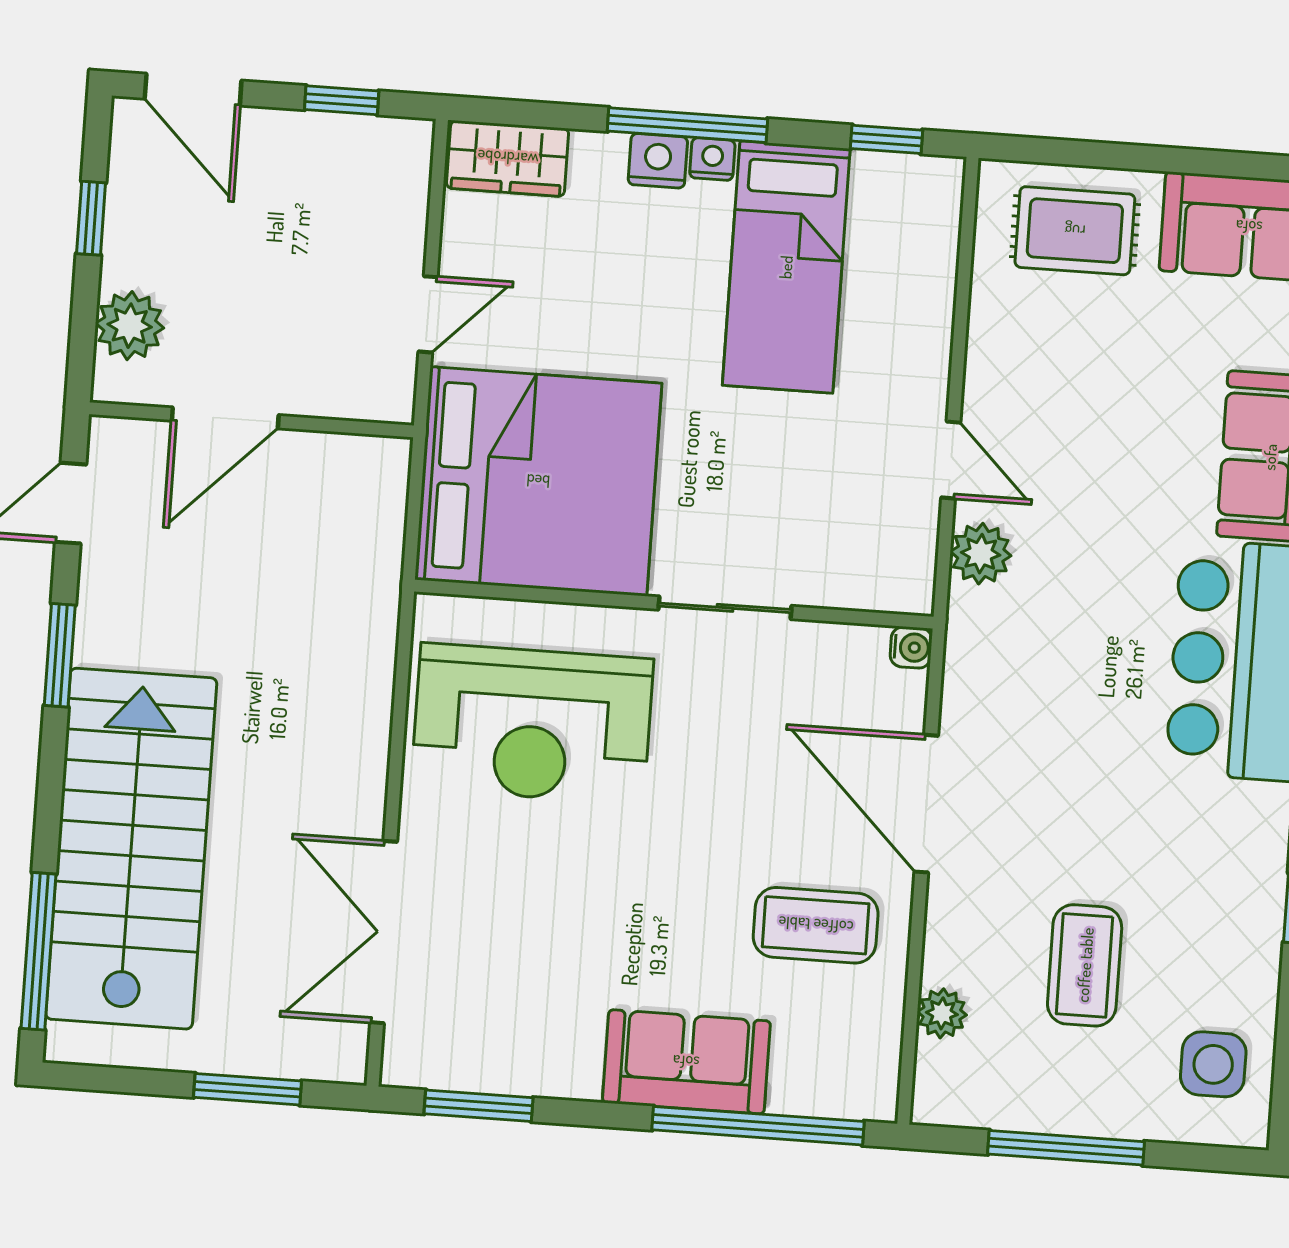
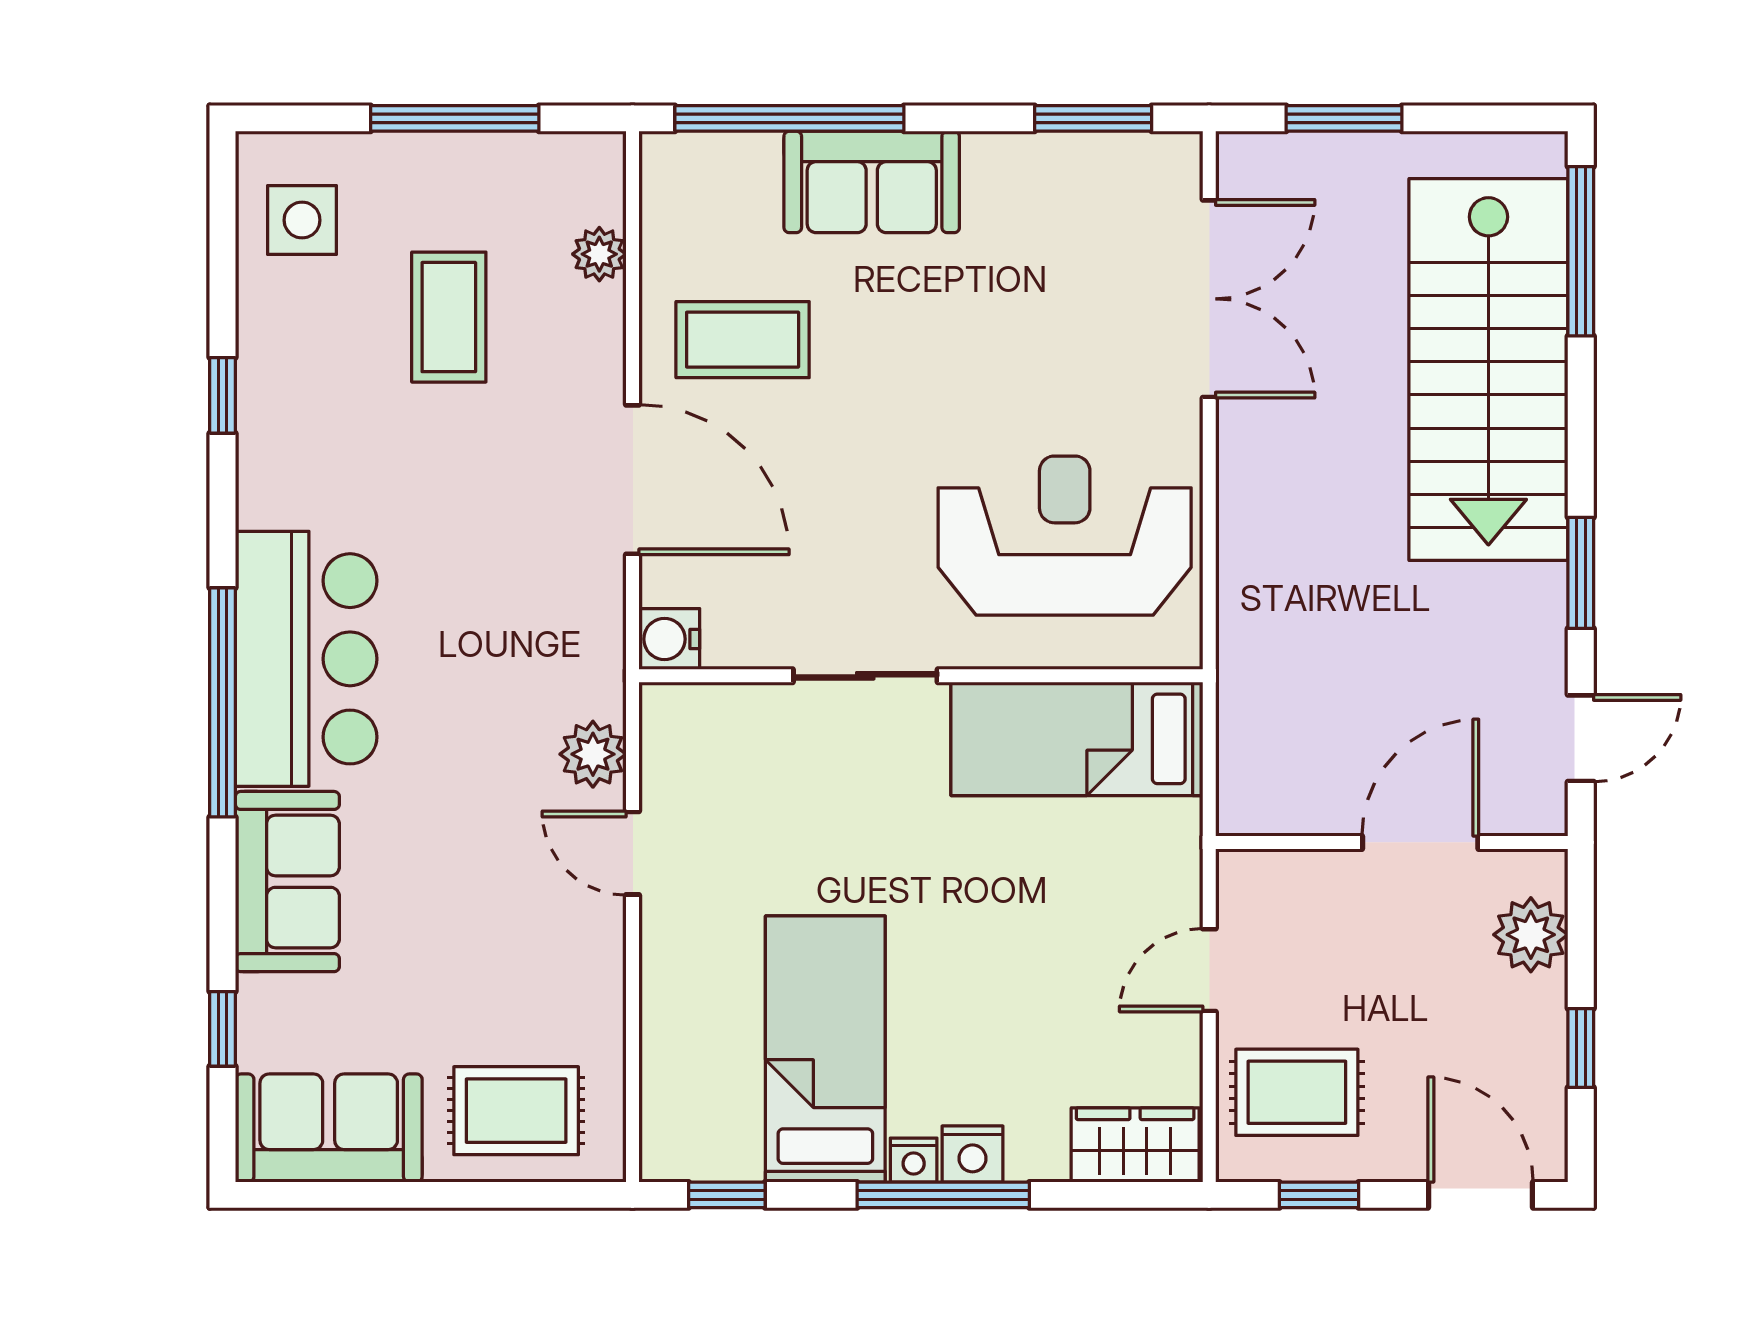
rug: (355, 196) -> (1297, 1092), added
bed: (538, 481) -> (1077, 739), width x0.49
water cooler: (911, 647) -> (669, 639), width x1.38, depth x1.38

